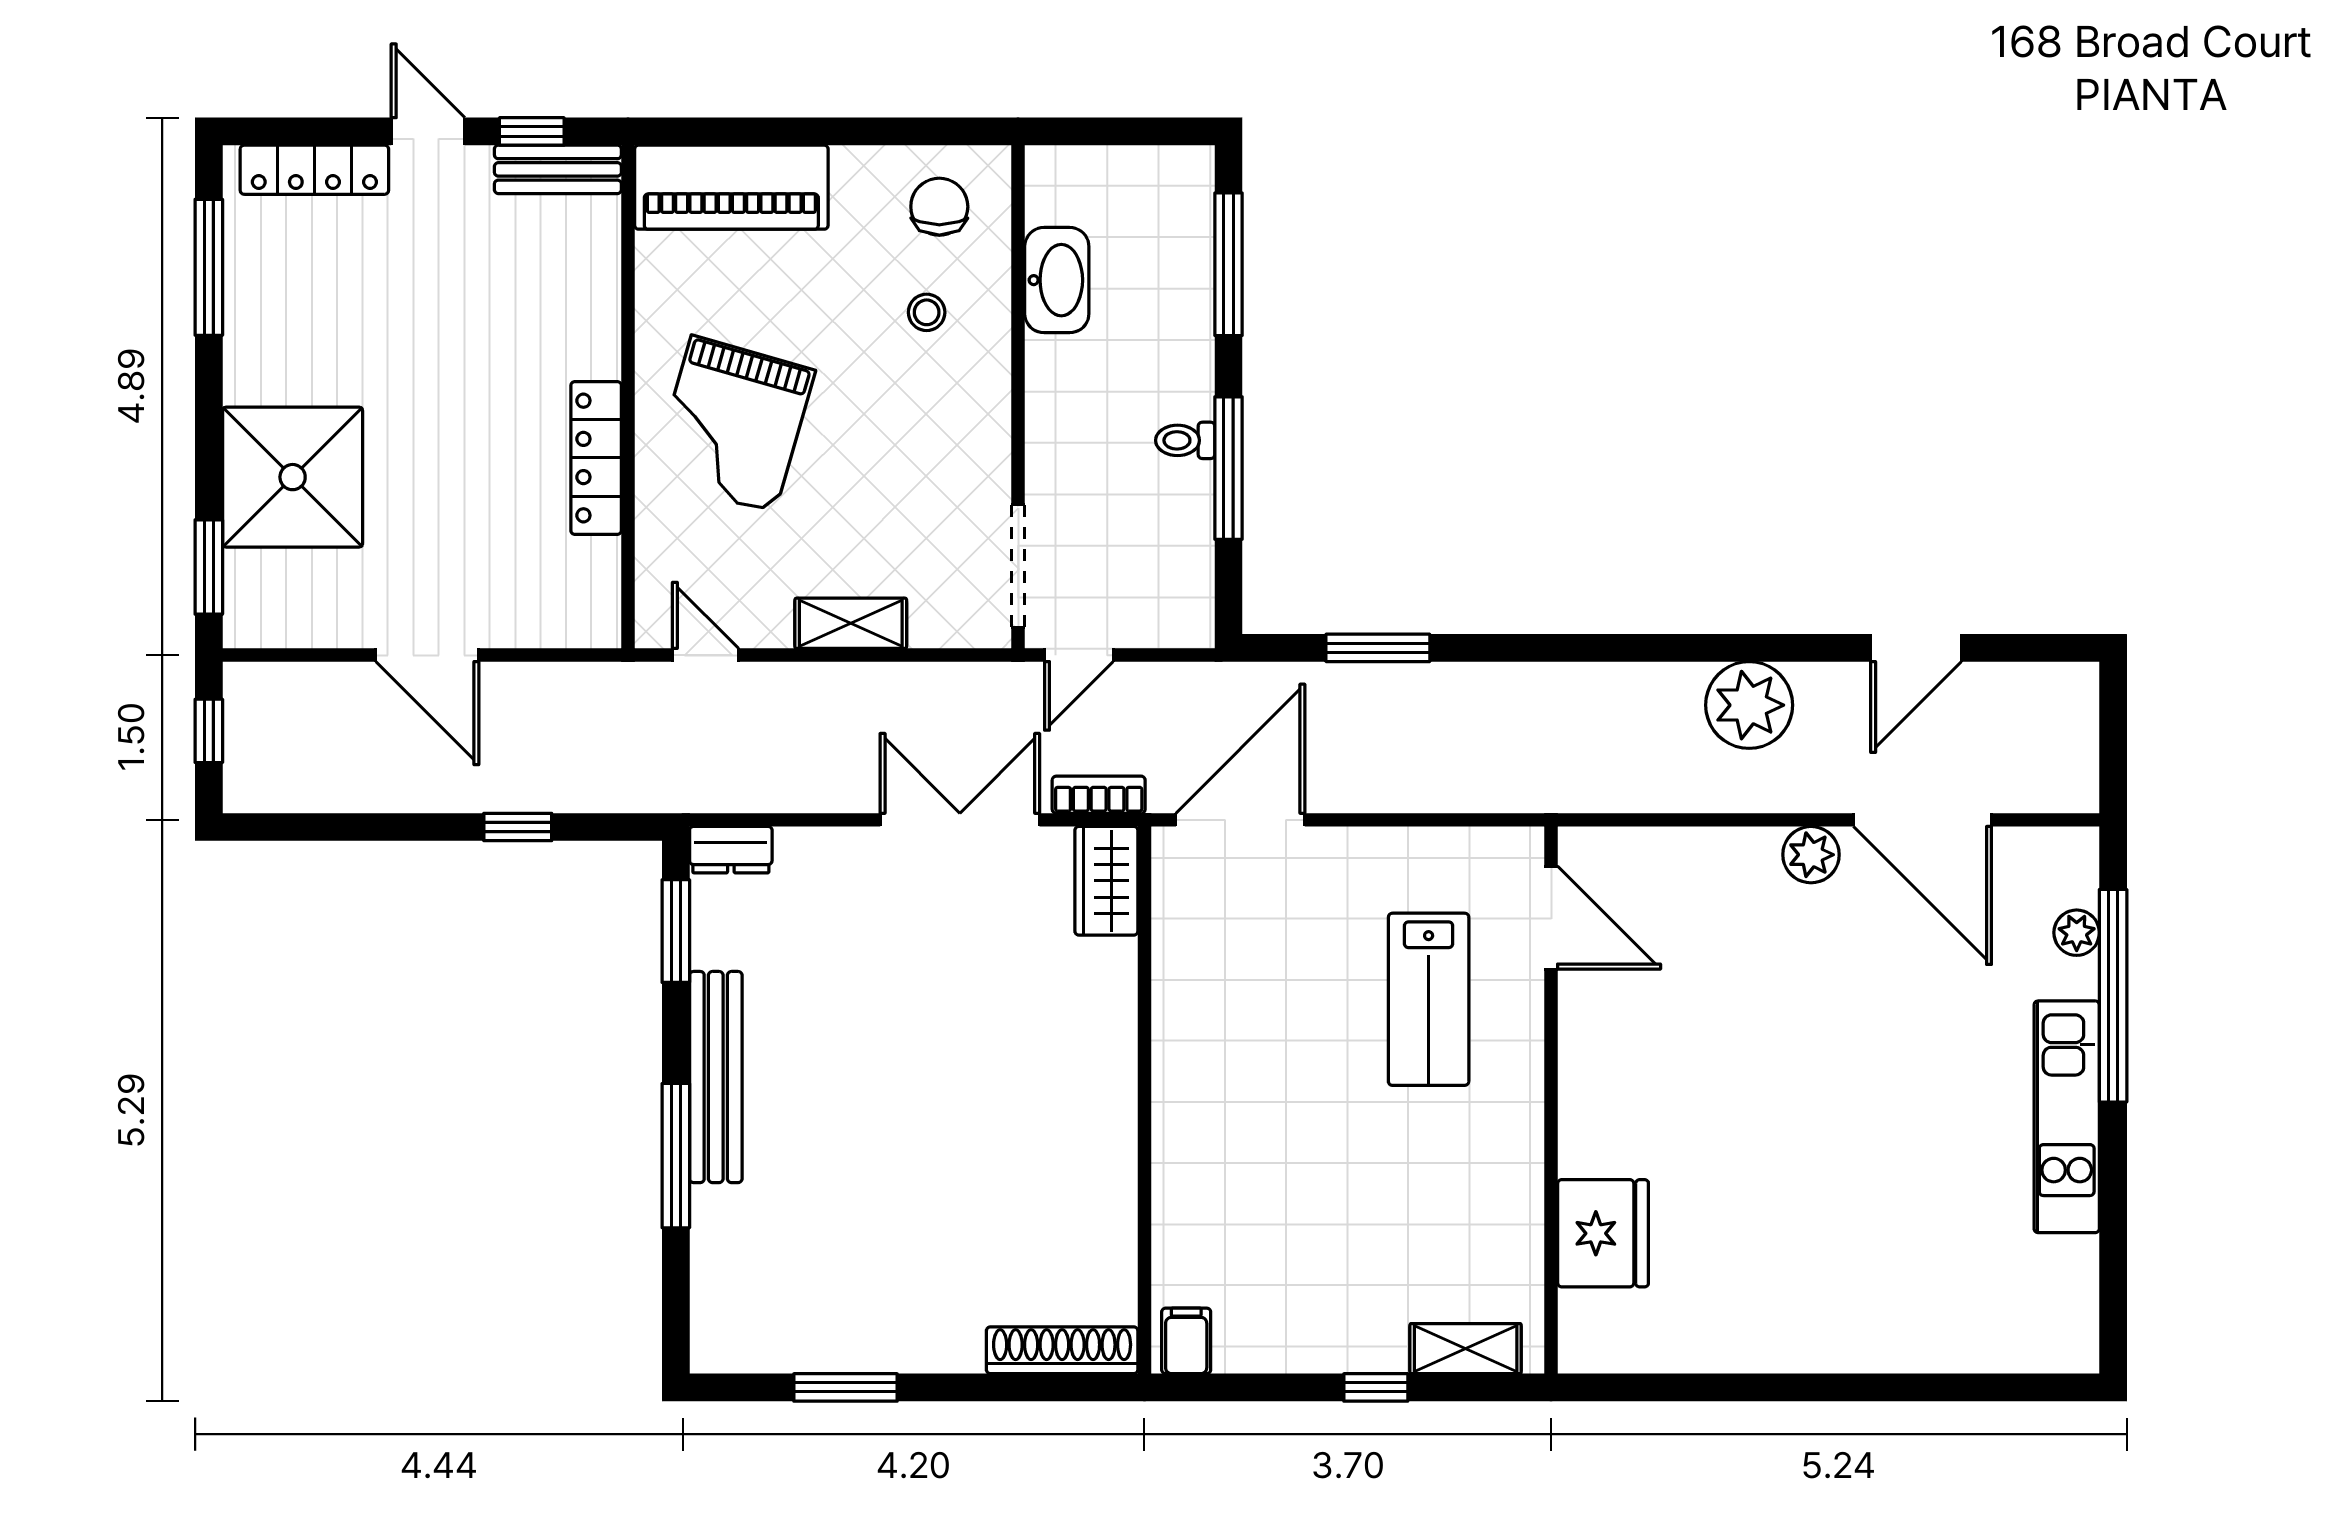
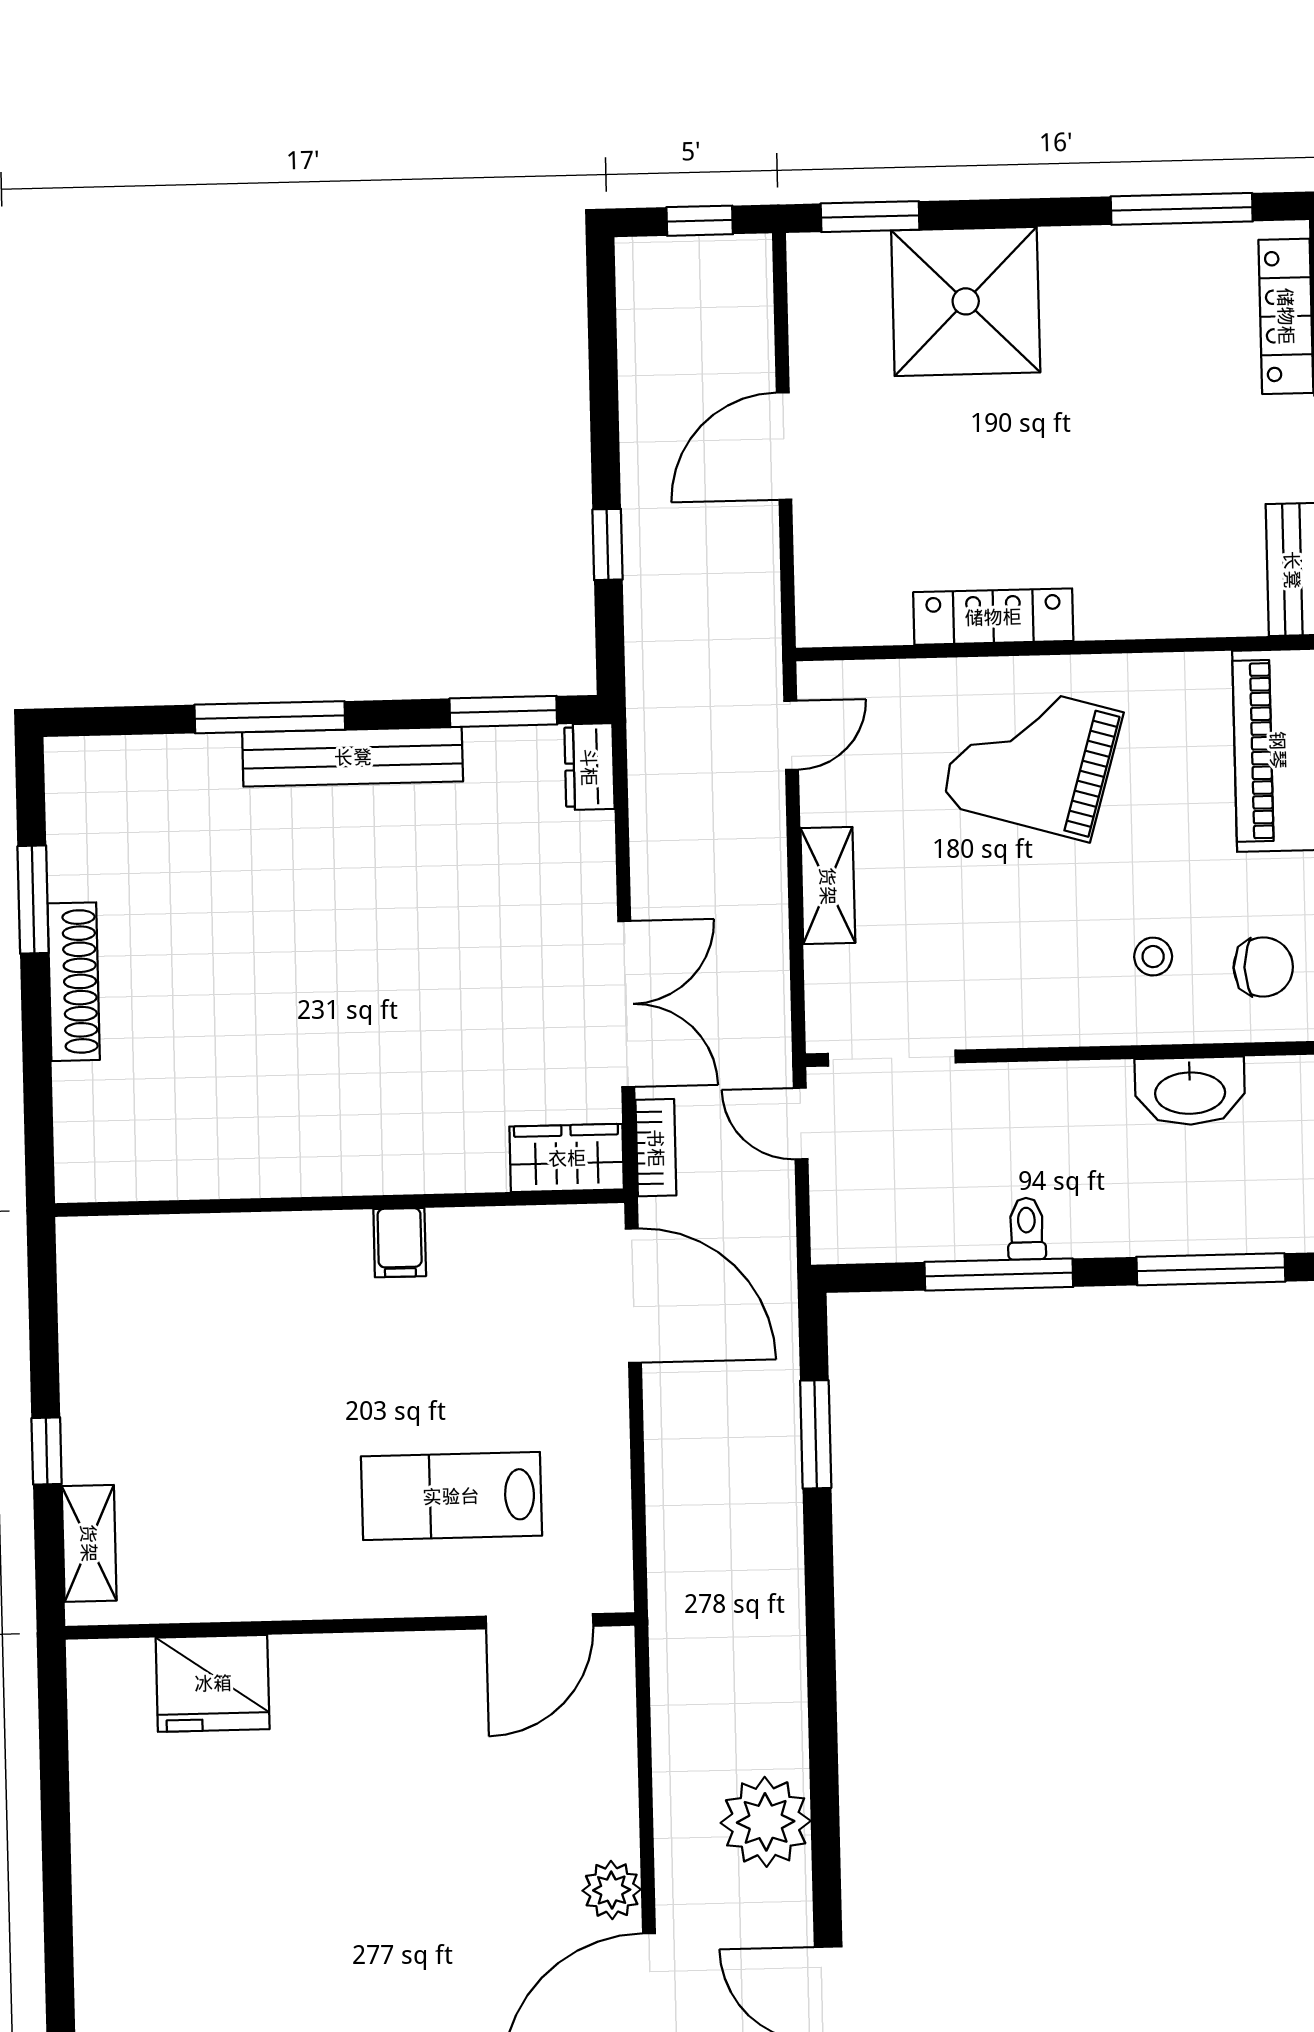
filing cabinet: (1186, 1341) -> (400, 1243), moved, turned 90
shoe rack: (1062, 1350) -> (74, 982), moved

